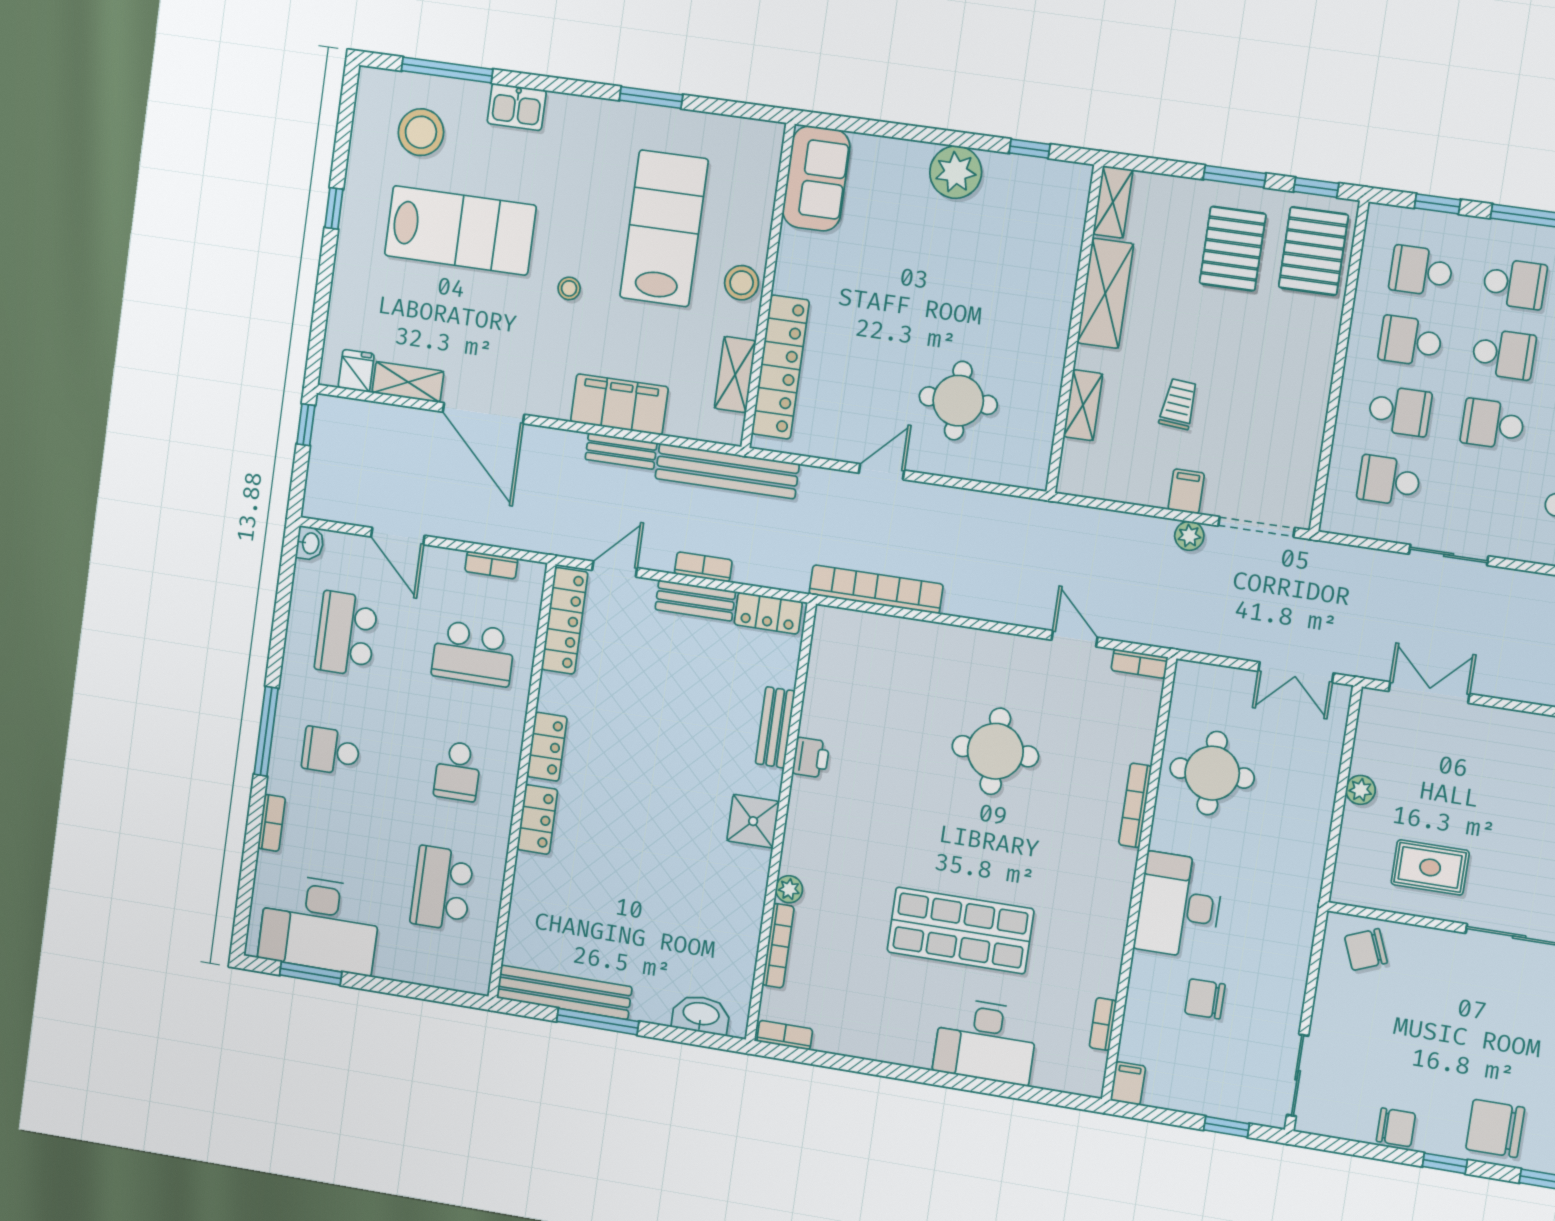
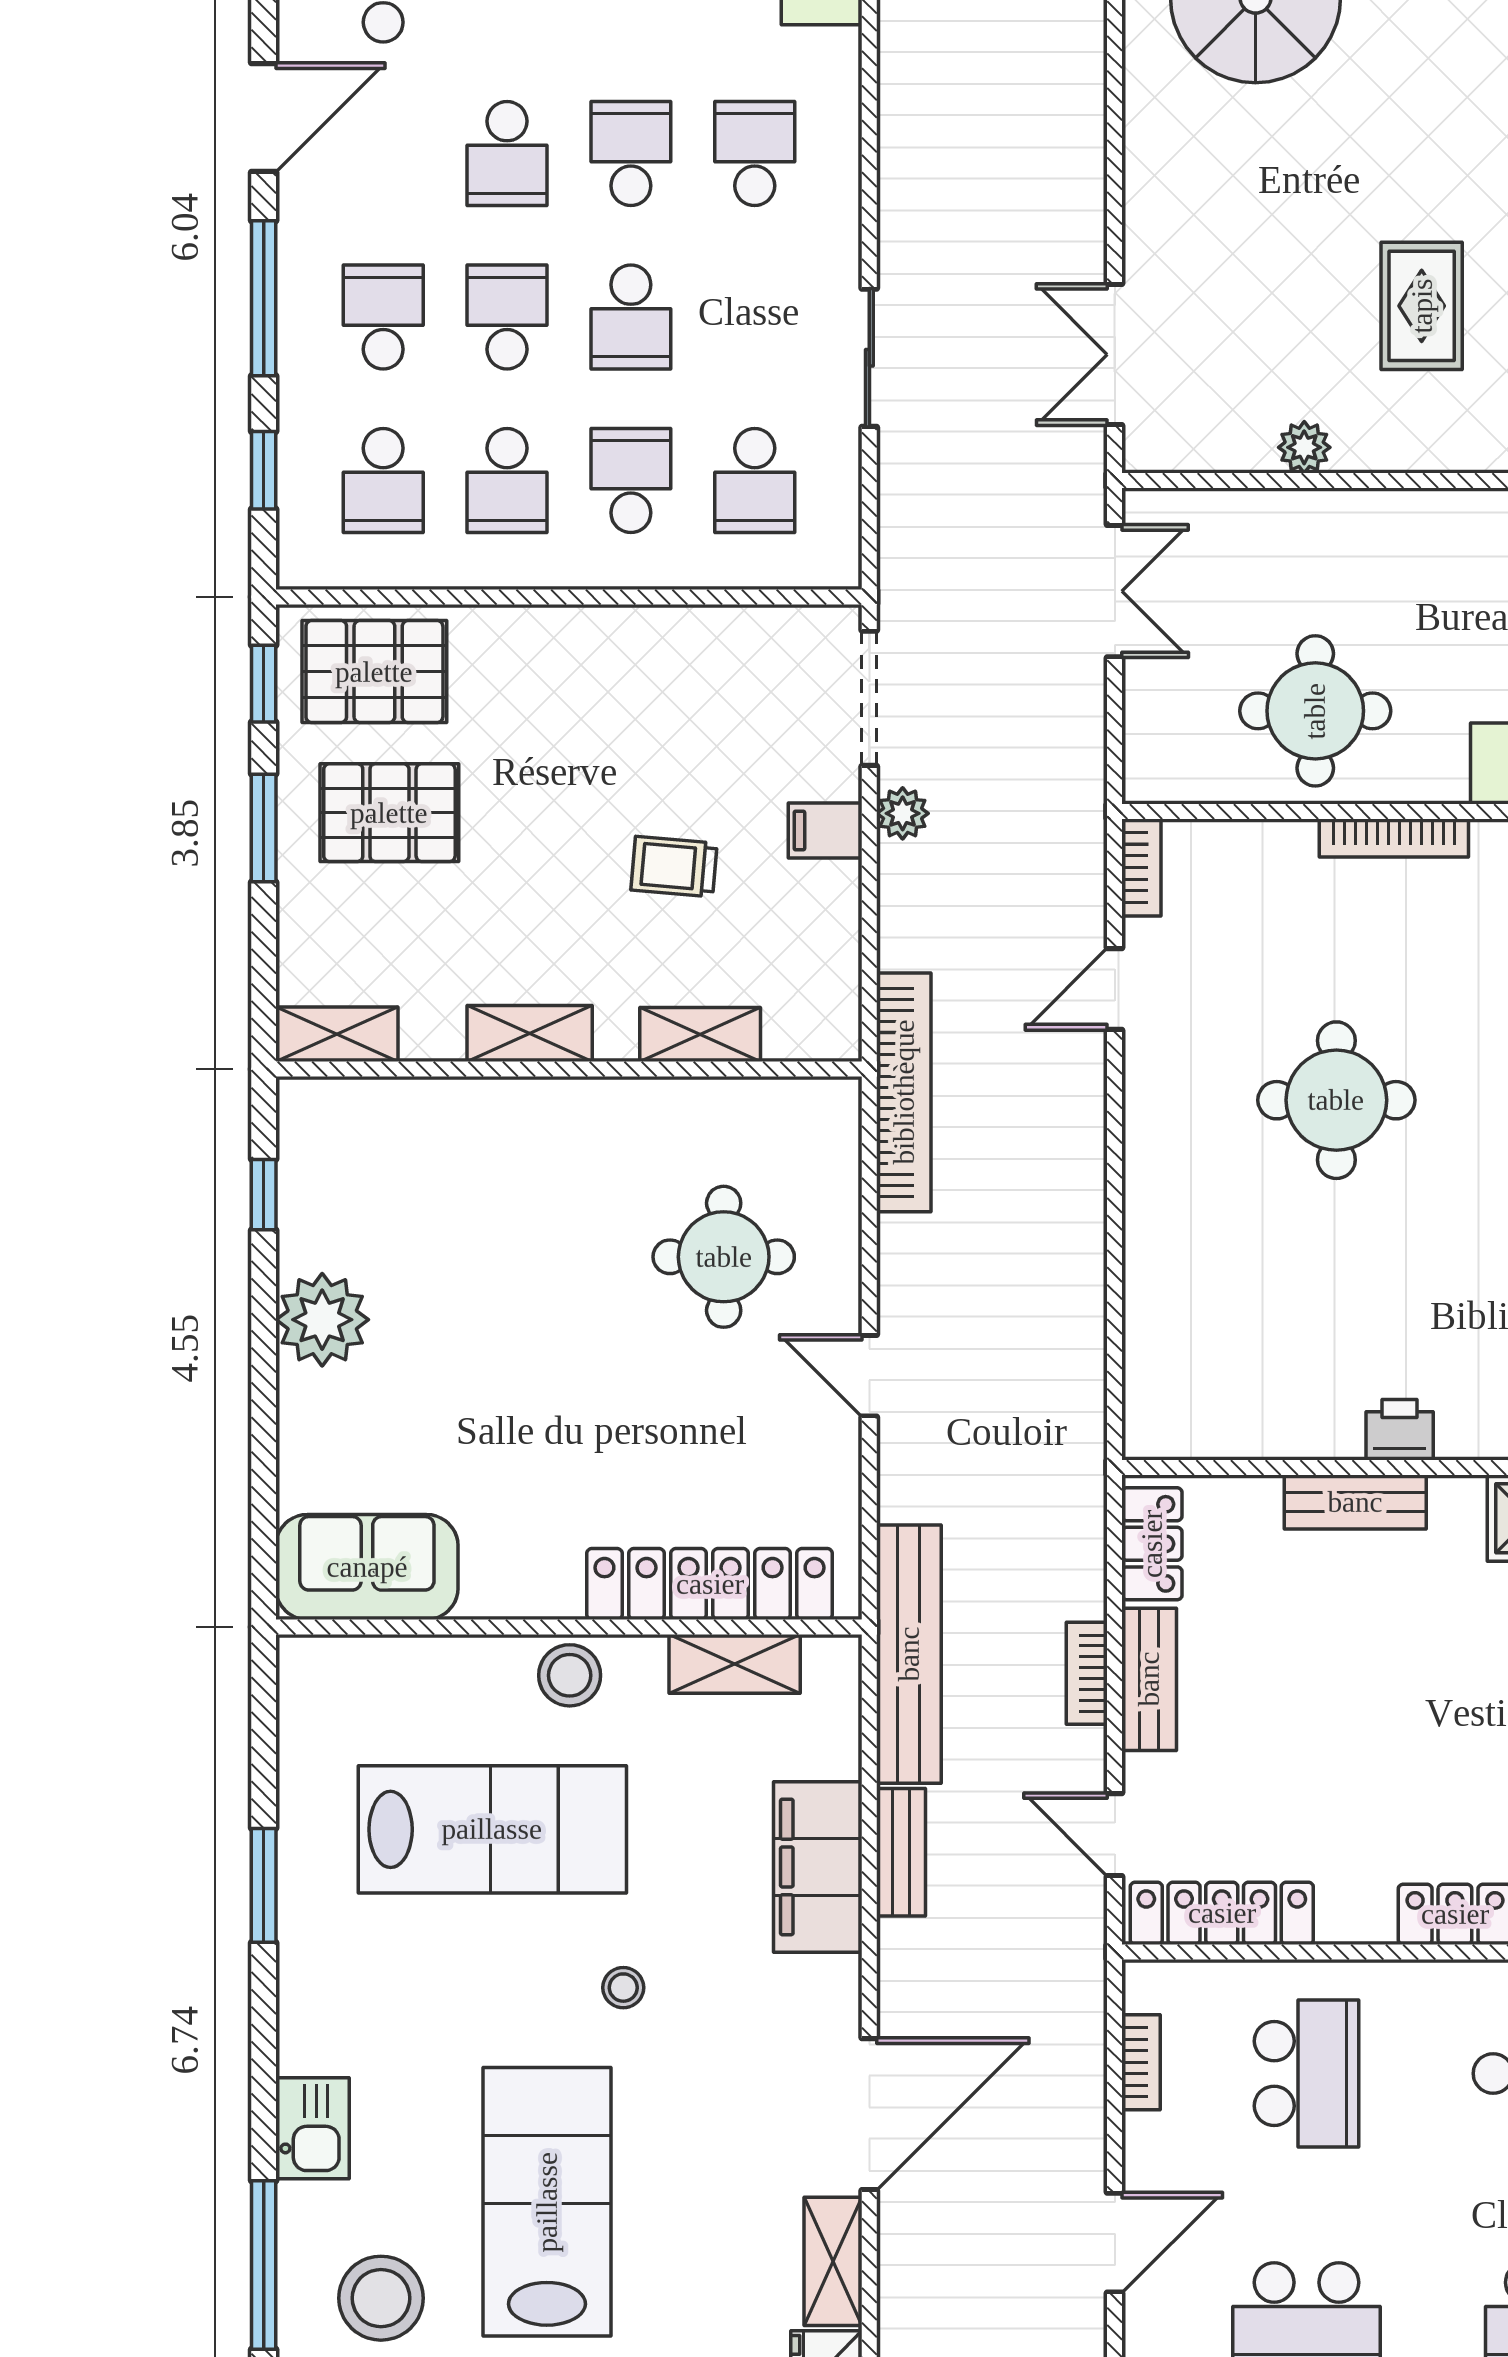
lab bench: (664, 228) -> (492, 1829), turned 180
shelving: (1105, 293) -> (530, 1034), width x0.67, depth x0.75
bookcase: (876, 589) -> (904, 1092), moved, turned 180

